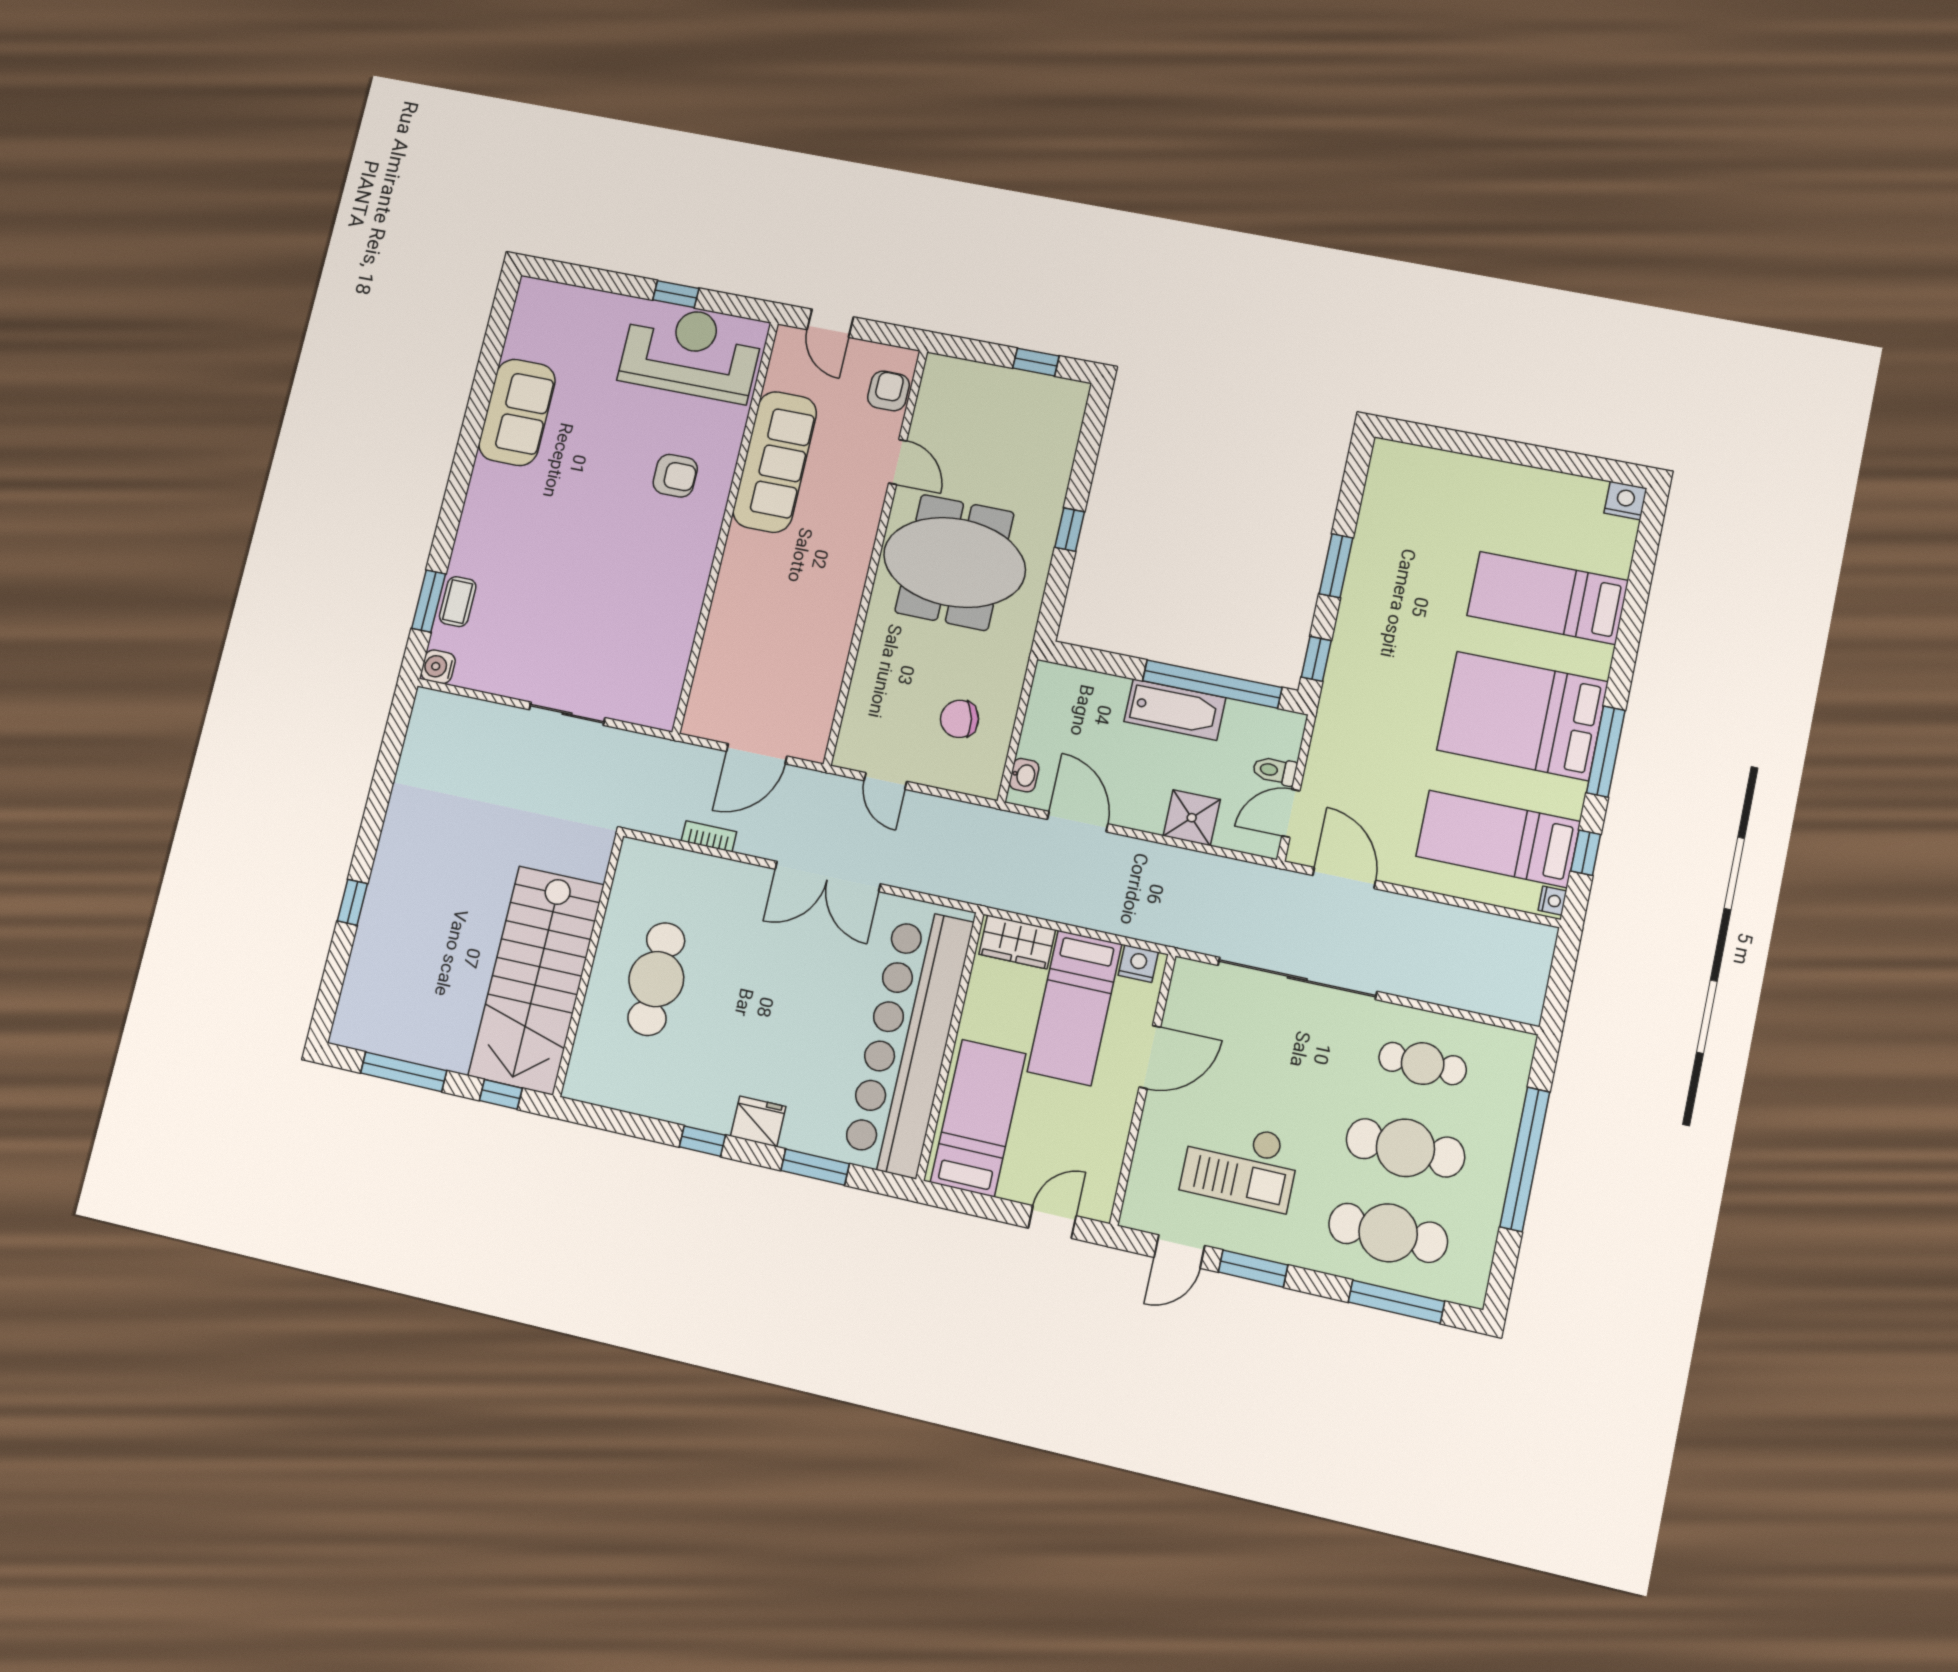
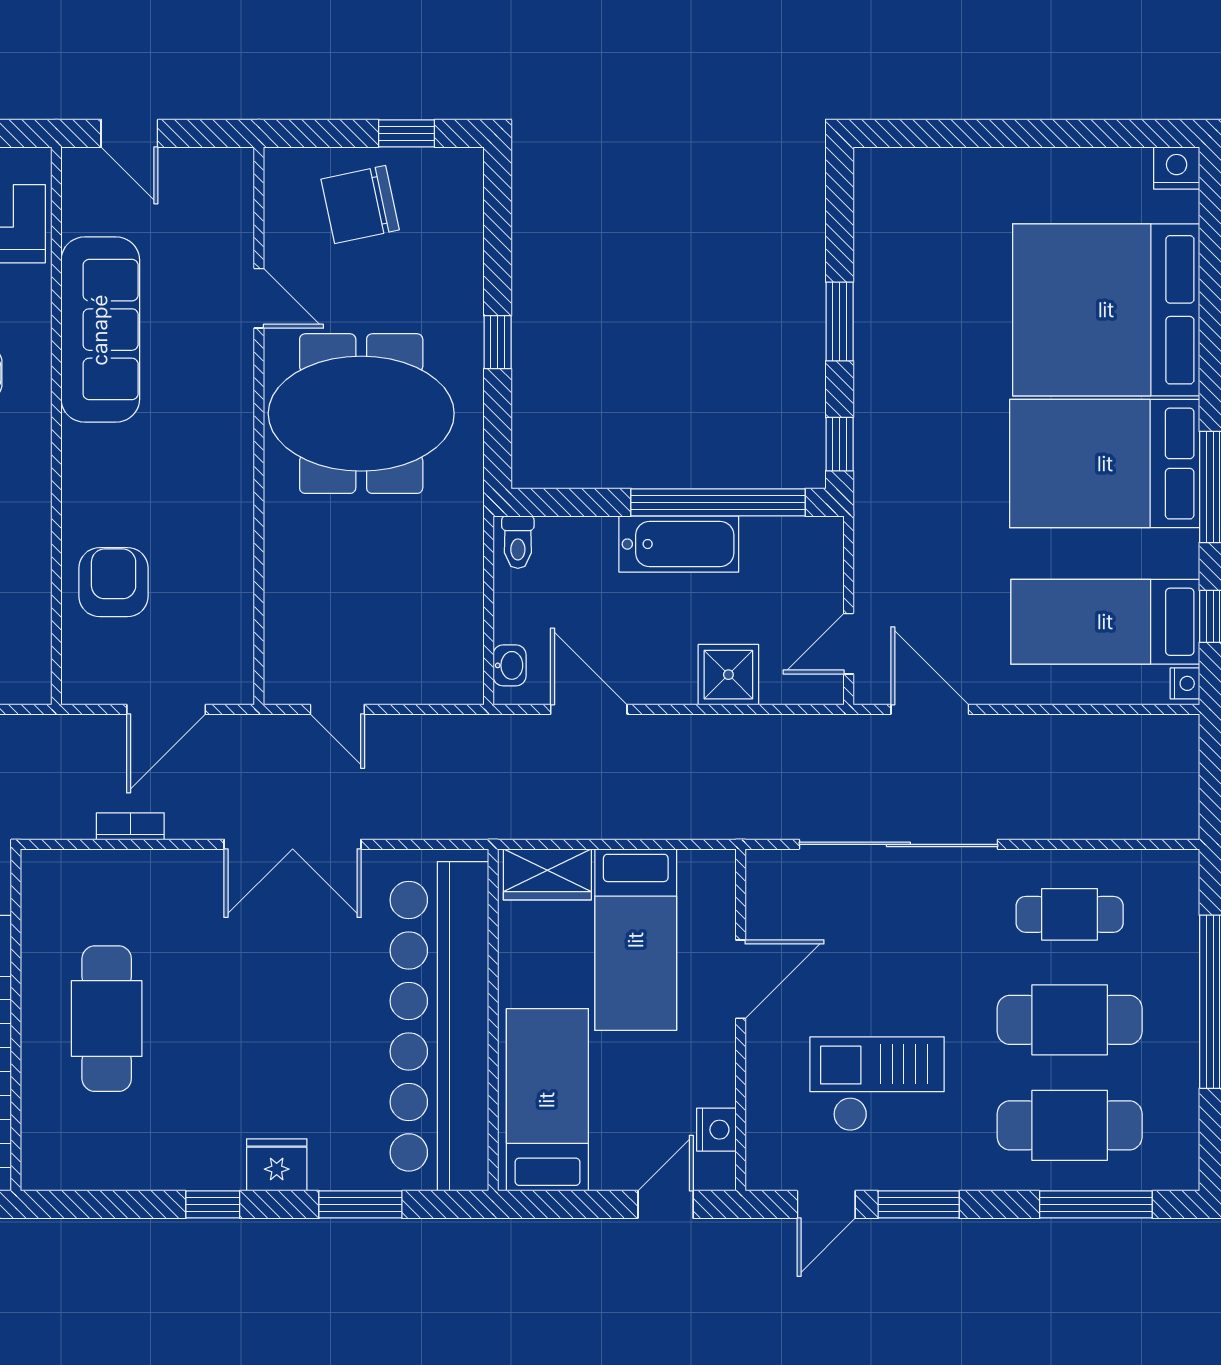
armchair: (888, 391) -> (114, 582), moved, width x1.38, depth x1.38
bed: (1548, 598) -> (1106, 310), width x2.04
chair: (959, 719) -> (360, 204), moved, width x1.37, depth x1.37
toilet: (1275, 771) -> (518, 542), moved, turned -90
nightstand: (1138, 964) -> (716, 1130), moved, turned 90
checkout: (1240, 1164) -> (877, 1084), turned 180

